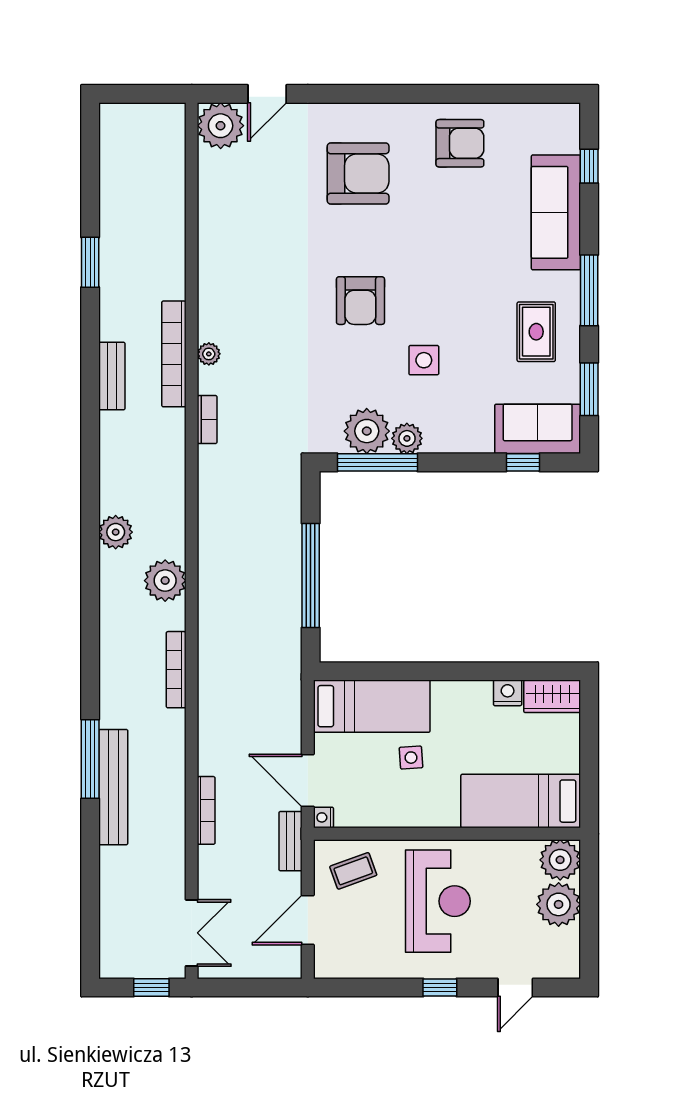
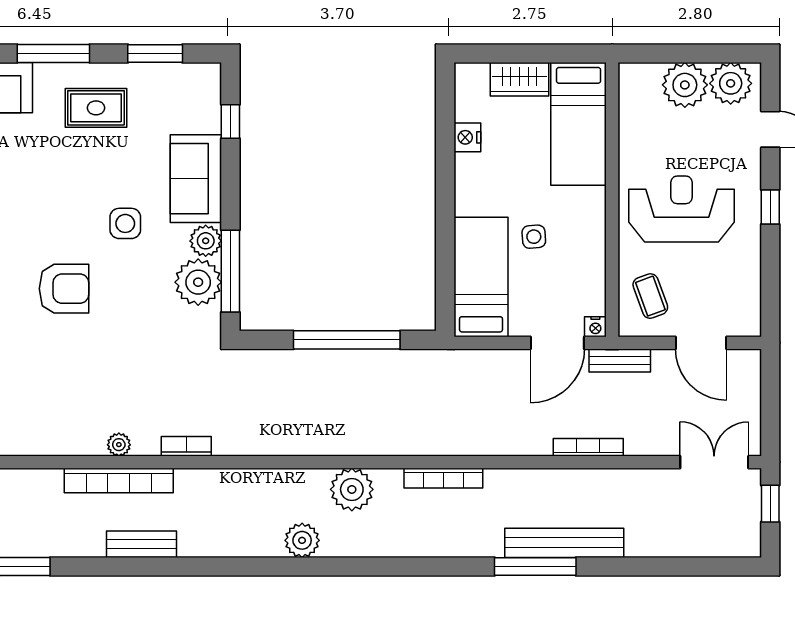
sofa: (538, 429) -> (196, 179), moved
wardrobe: (552, 696) -> (519, 79), moved, turned 90
plant: (560, 860) -> (731, 83), moved

